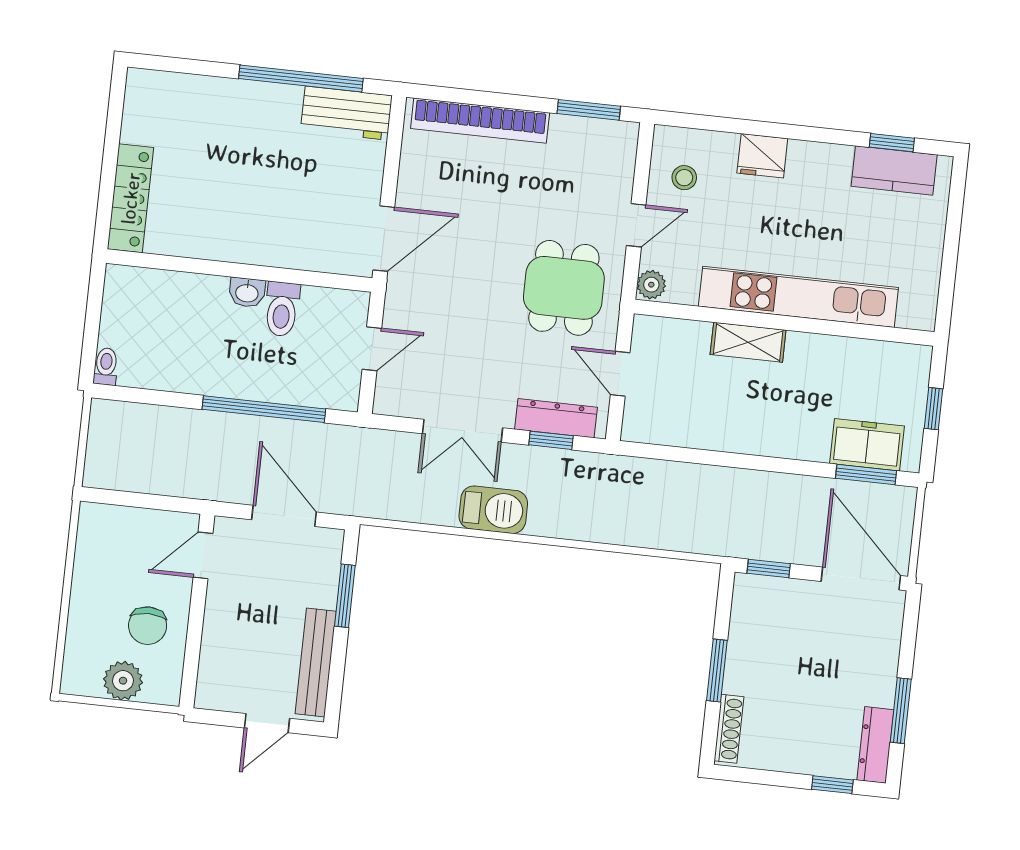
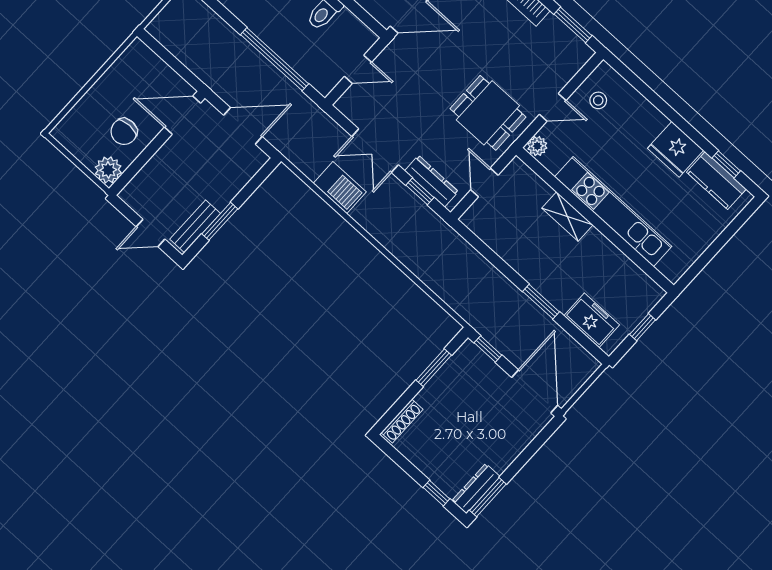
fridge: (762, 156) -> (676, 149), moved, width x1.36, depth x1.34
dining table: (564, 288) -> (488, 113), turned 90
window: (866, 475) -> (541, 302), moved
barbecue: (493, 510) -> (340, 188), moved
door: (284, 516) -> (243, 126), hinge flipped
door: (203, 555) -> (183, 115), width x1.38
window: (345, 596) -> (220, 221), moved
bench: (316, 662) -> (195, 226), width x0.73
window: (717, 670) -> (434, 368), moved
plant: (123, 681) -> (108, 170), moved
window: (901, 711) -> (488, 497), moved

